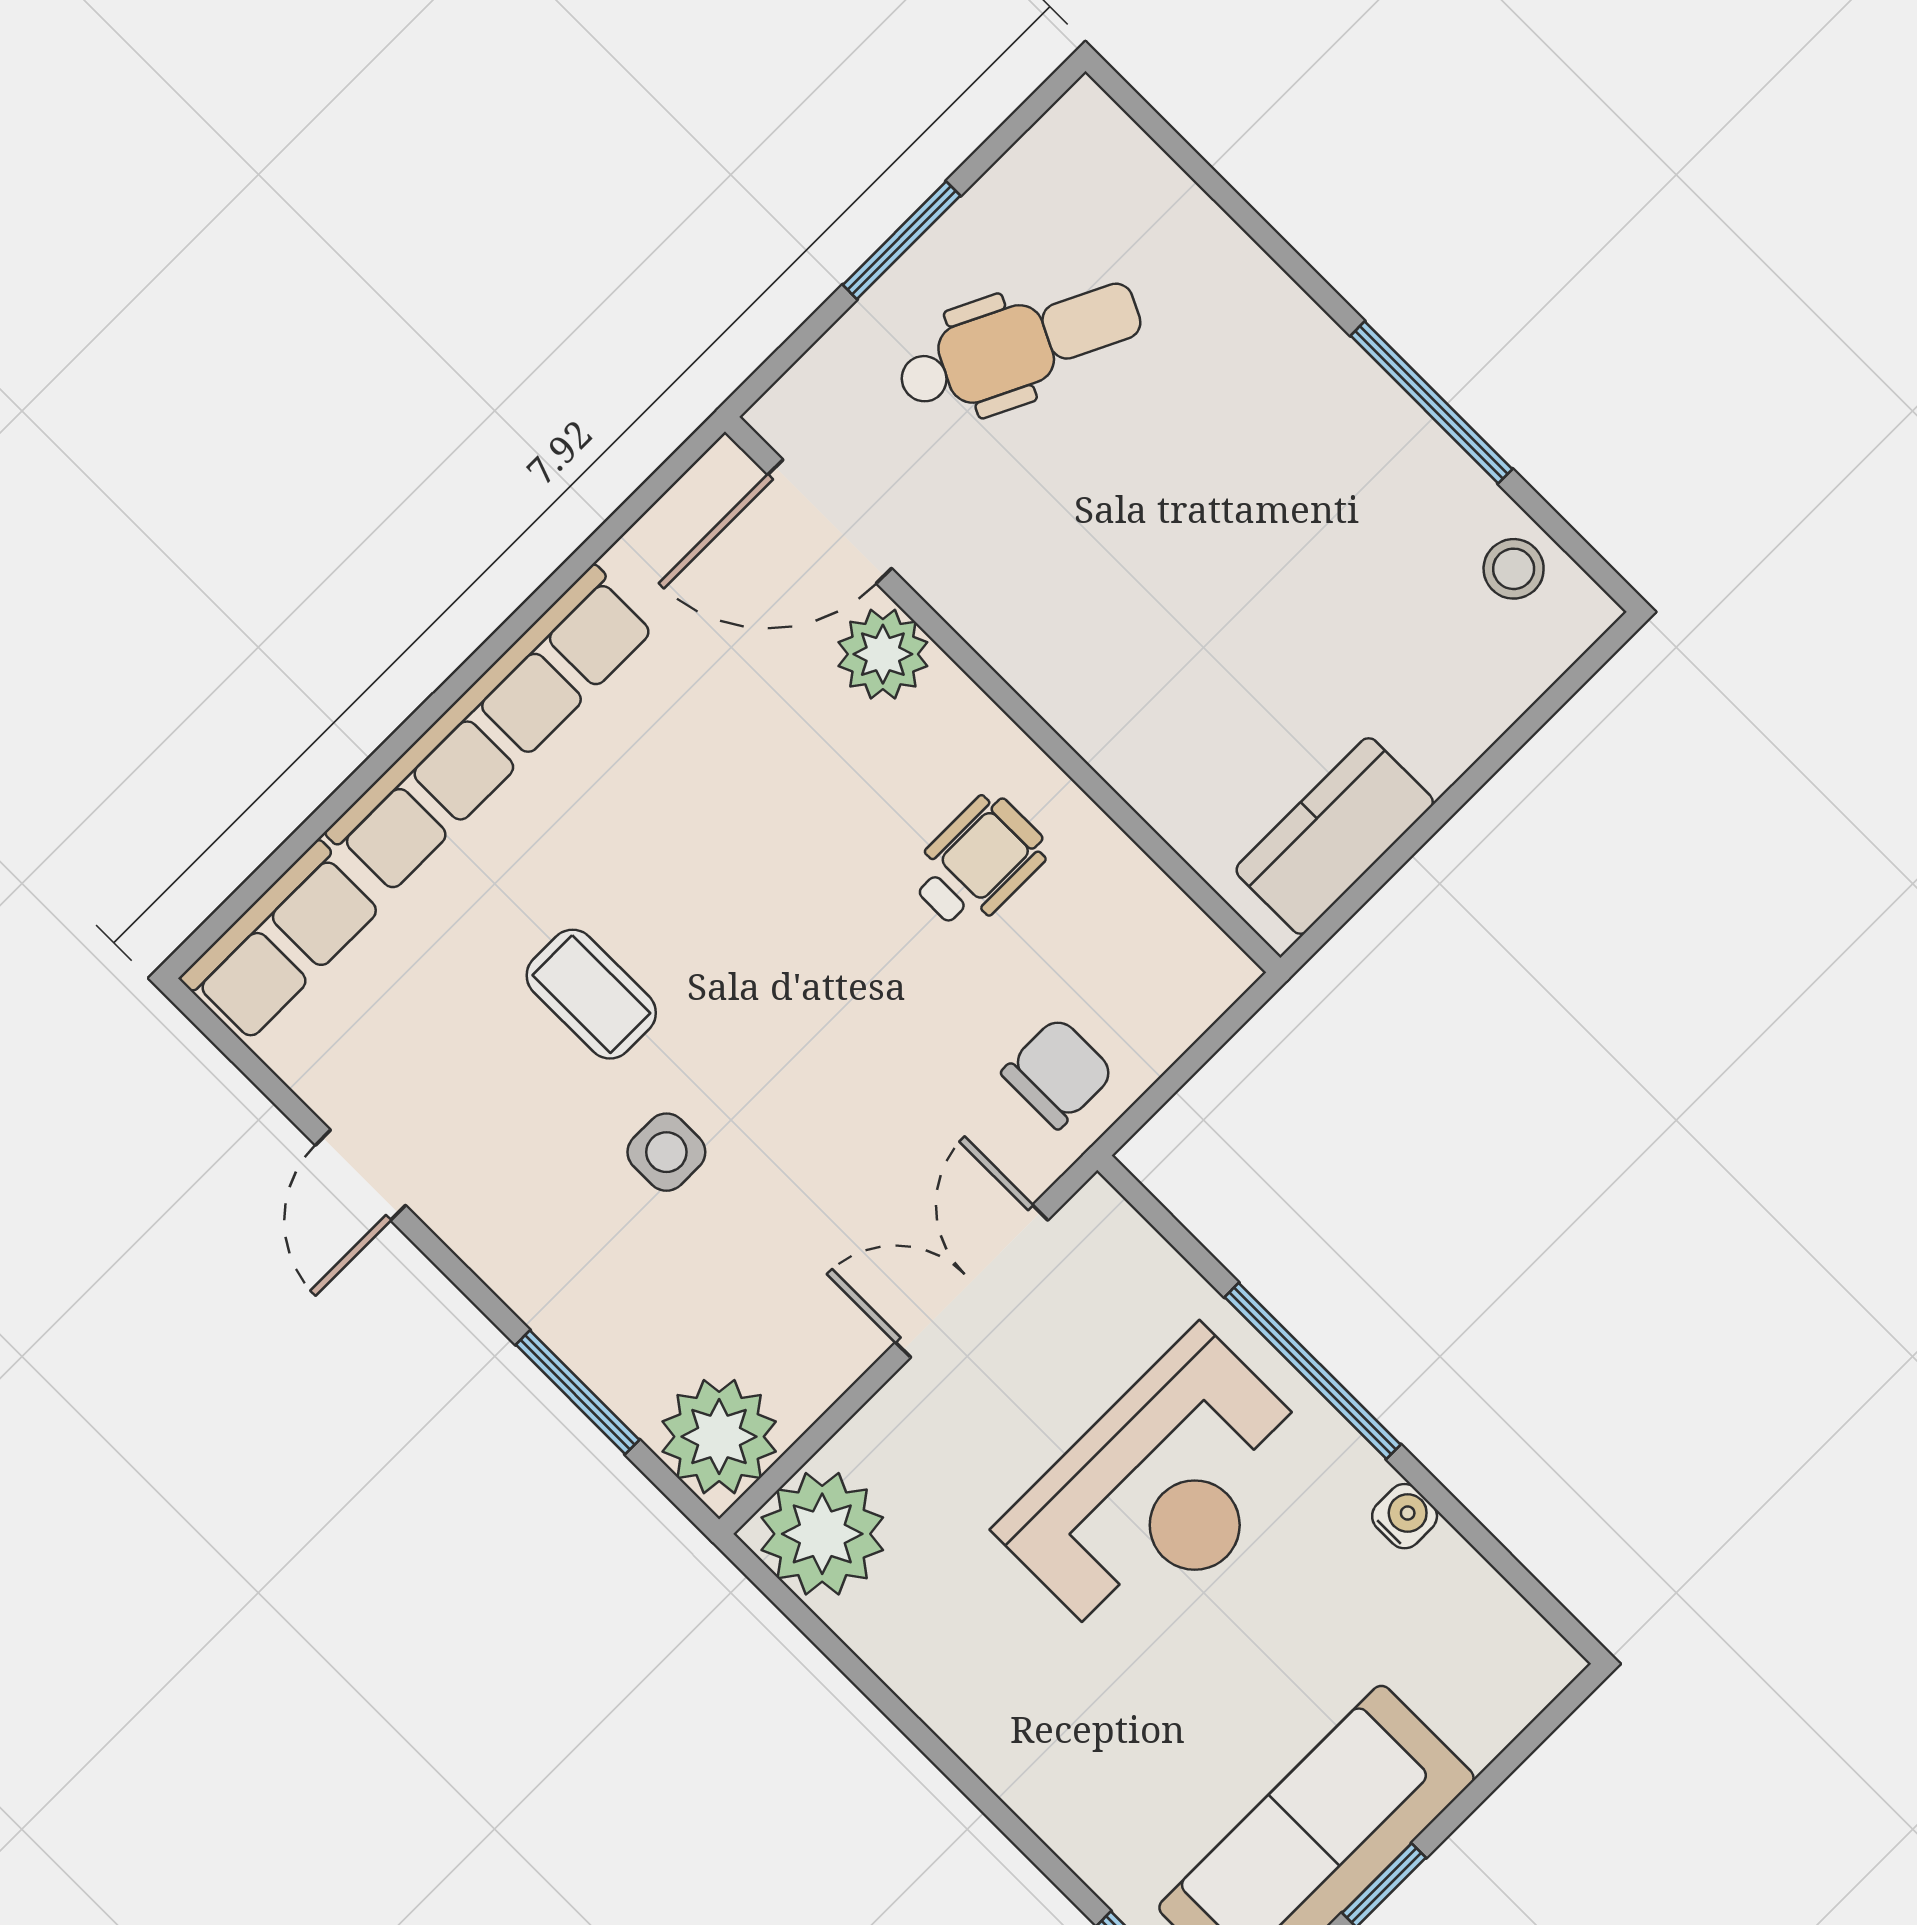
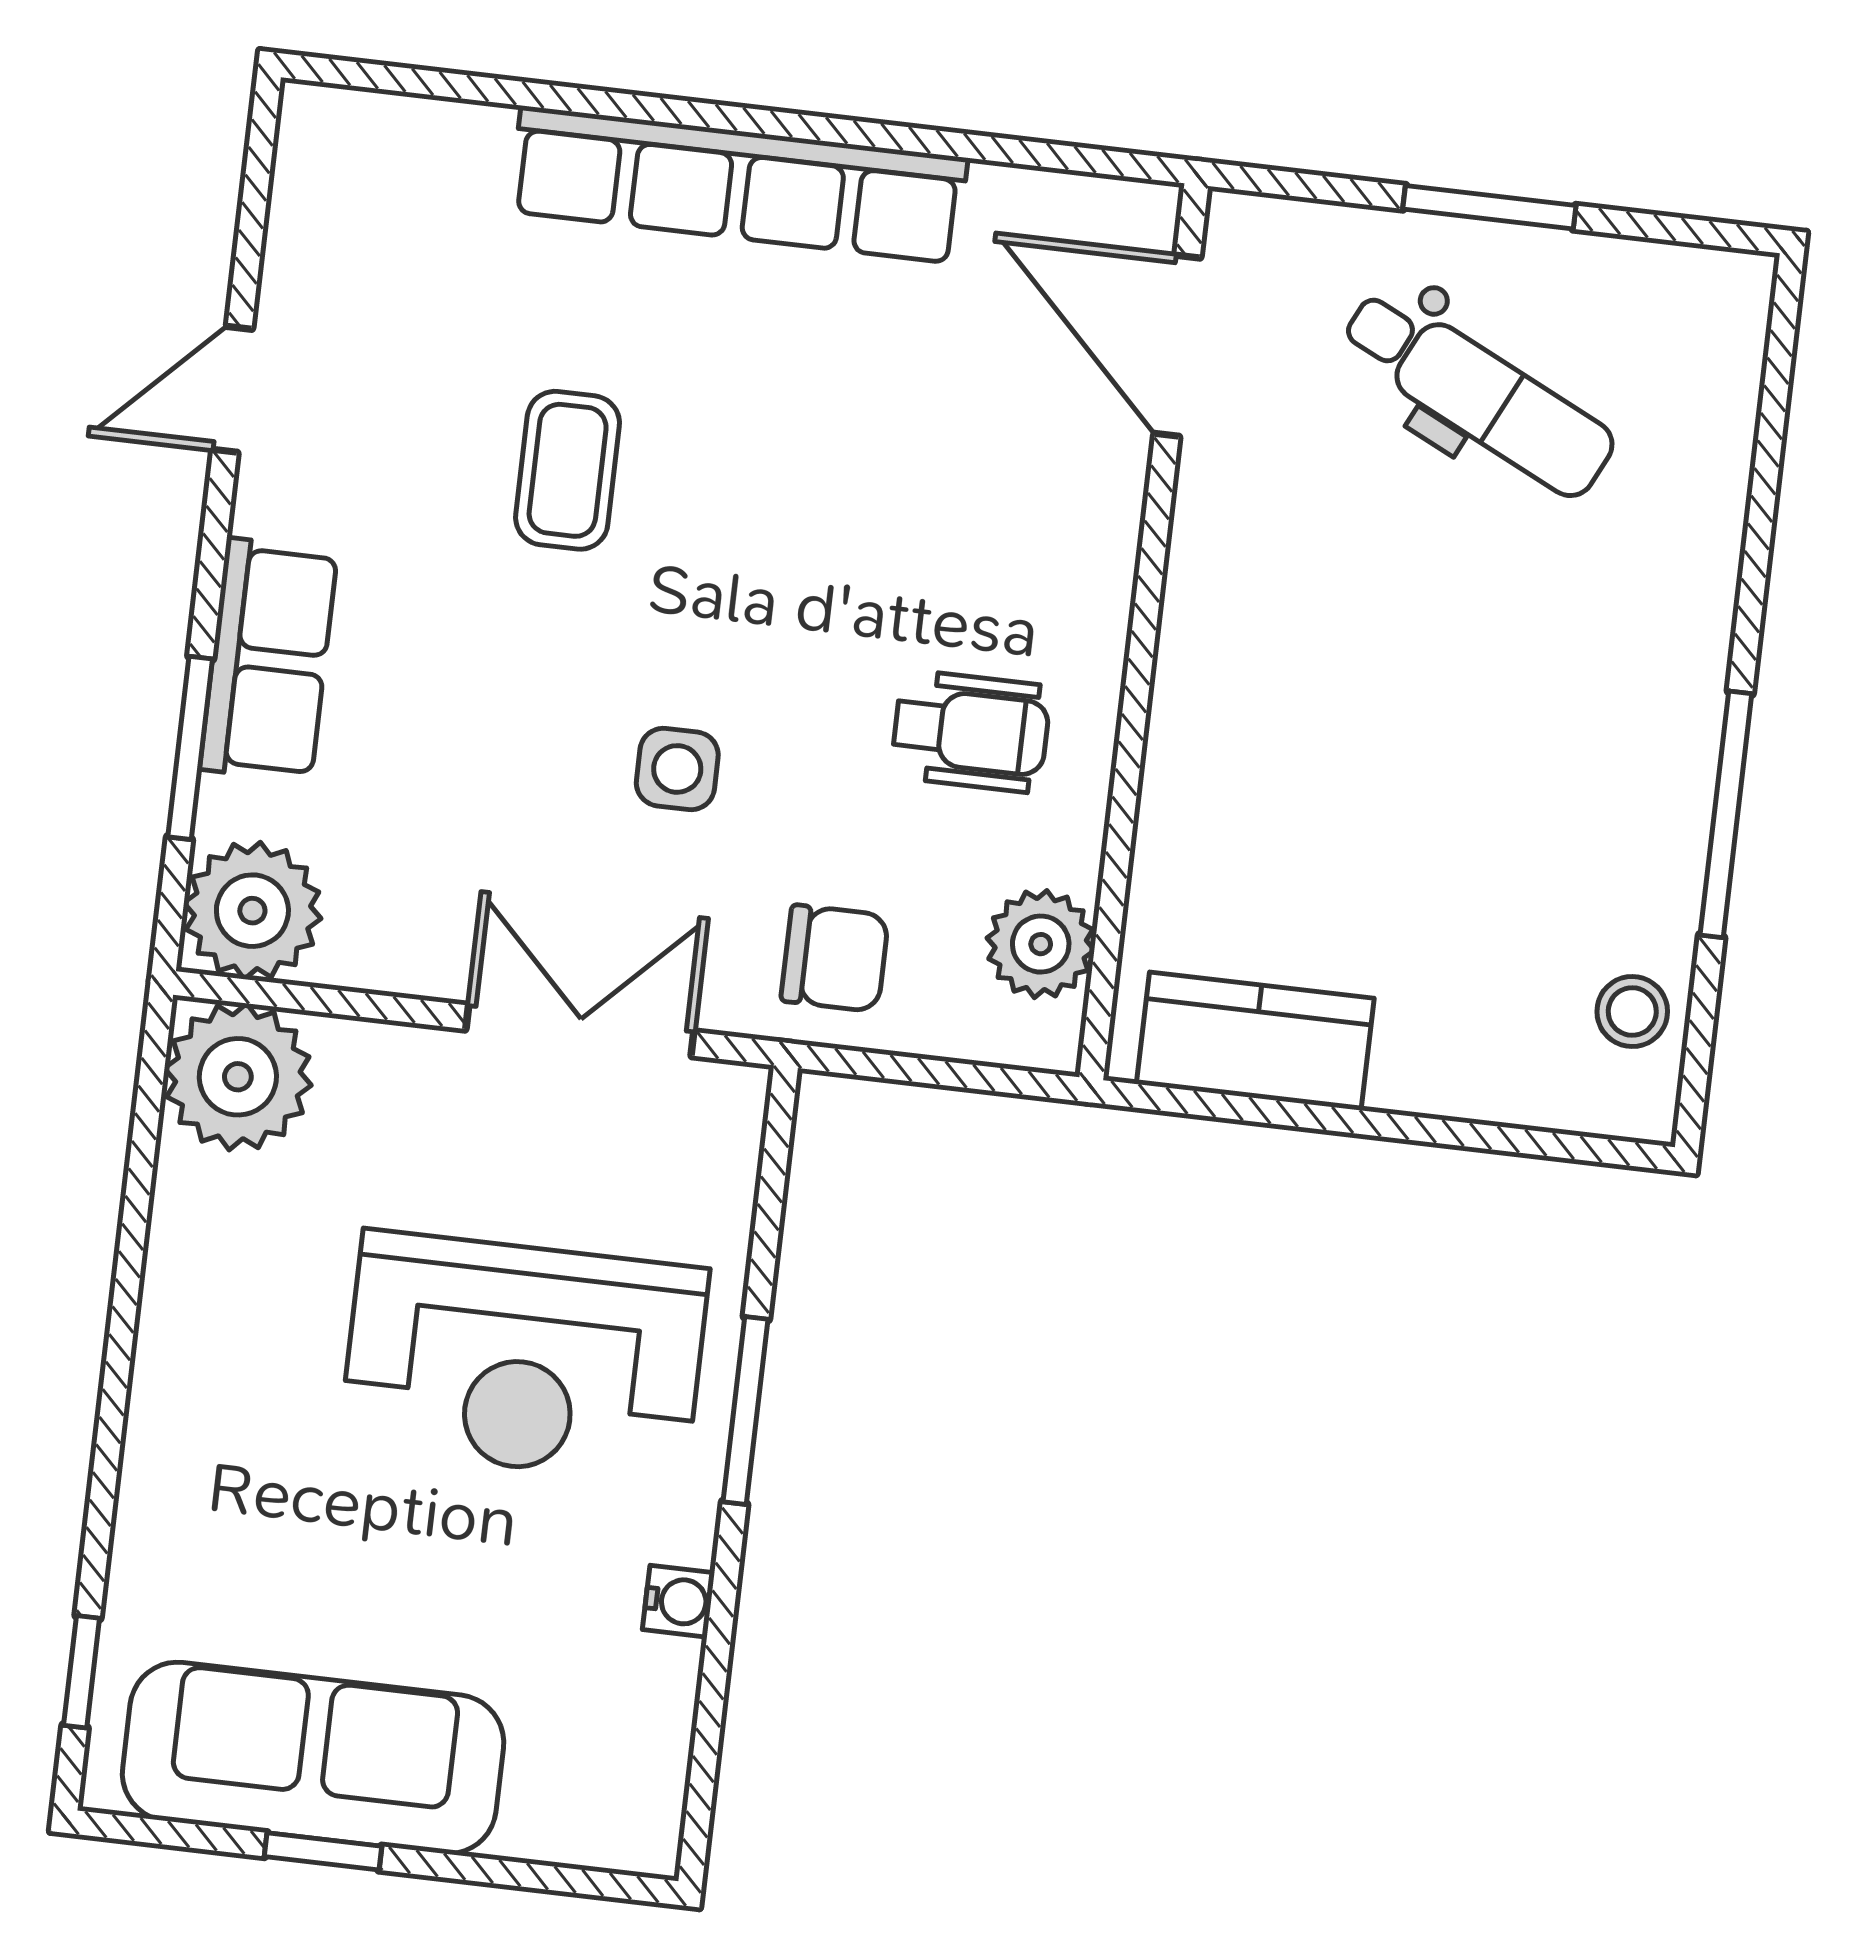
plant: (883, 654) -> (1041, 944), moved
row of seats: (282, 942) -> (269, 660), moved, turned -90
side table: (666, 1152) -> (677, 769), moved
window: (1313, 1371) -> (746, 1410), width x0.69

